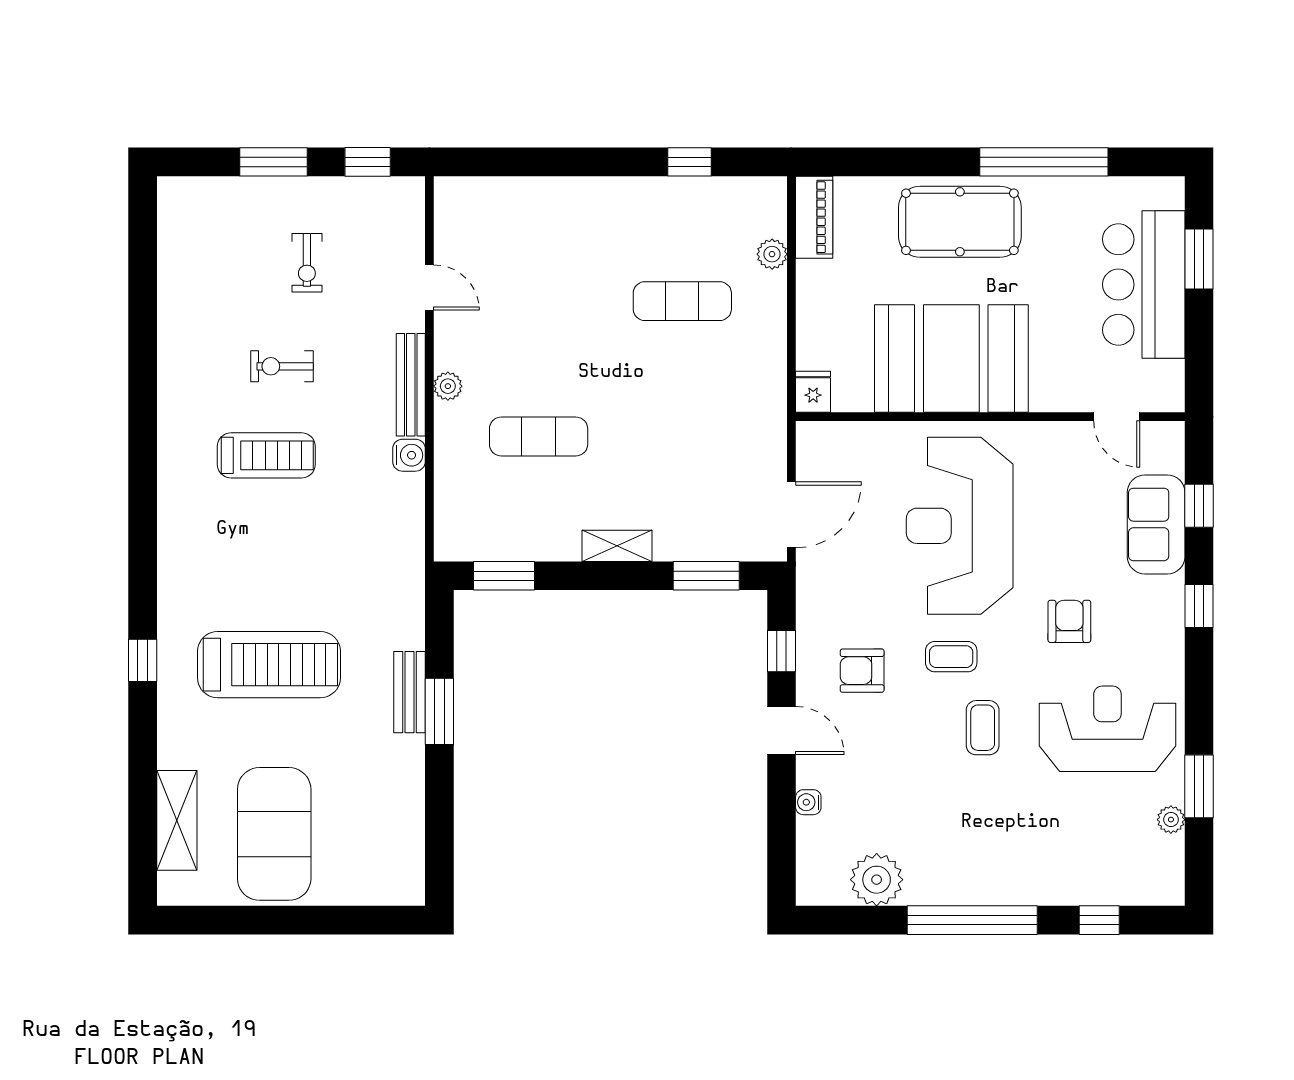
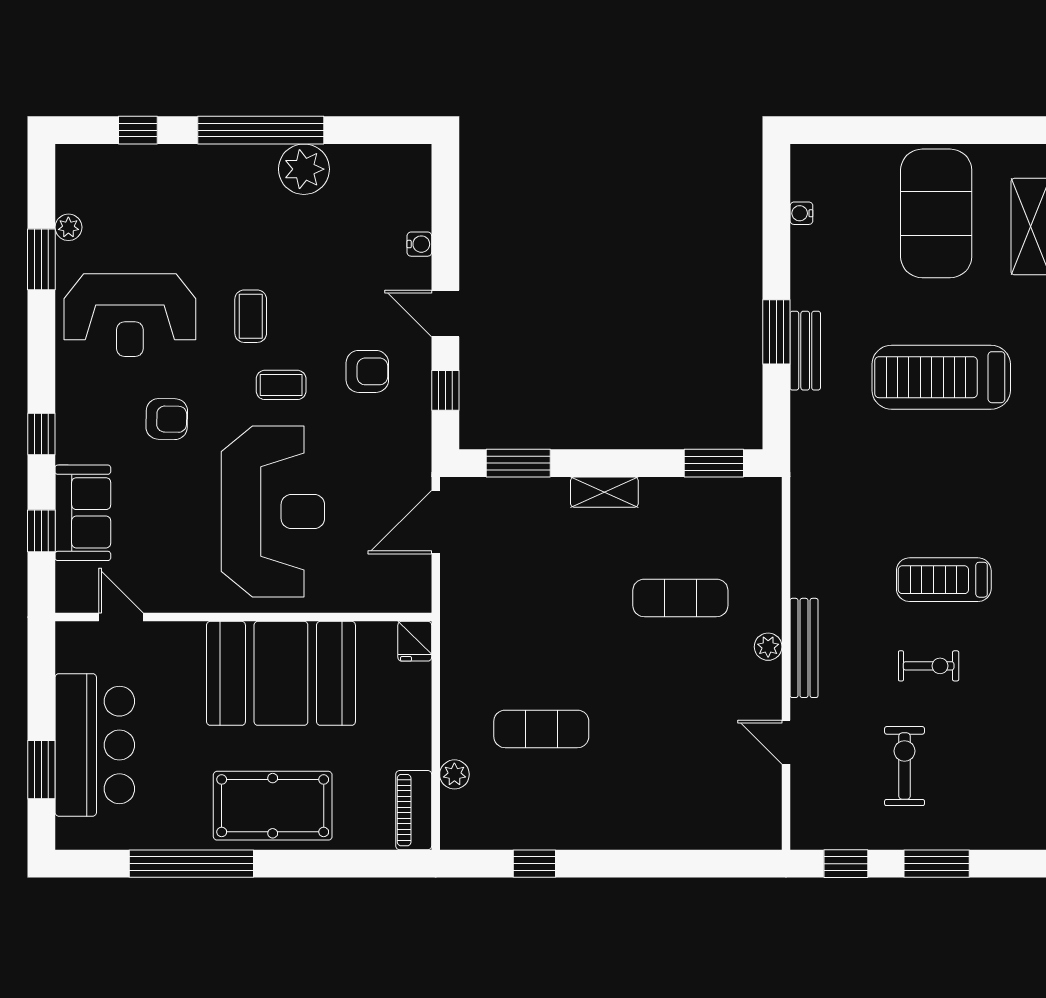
exercise bike: (307, 263) -> (905, 766), width x1.38, depth x1.39
water cooler: (409, 455) -> (801, 213), moved, width x0.72, depth x0.72
armchair: (1069, 621) -> (167, 419), turned -89
plant: (877, 880) -> (304, 169), moved

